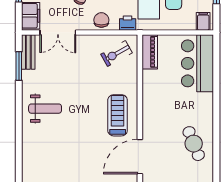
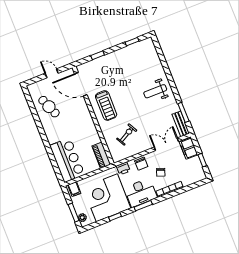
exercise bike: (117, 54) -> (127, 135), moved
door: (140, 157) -> (81, 84), swing flipped

